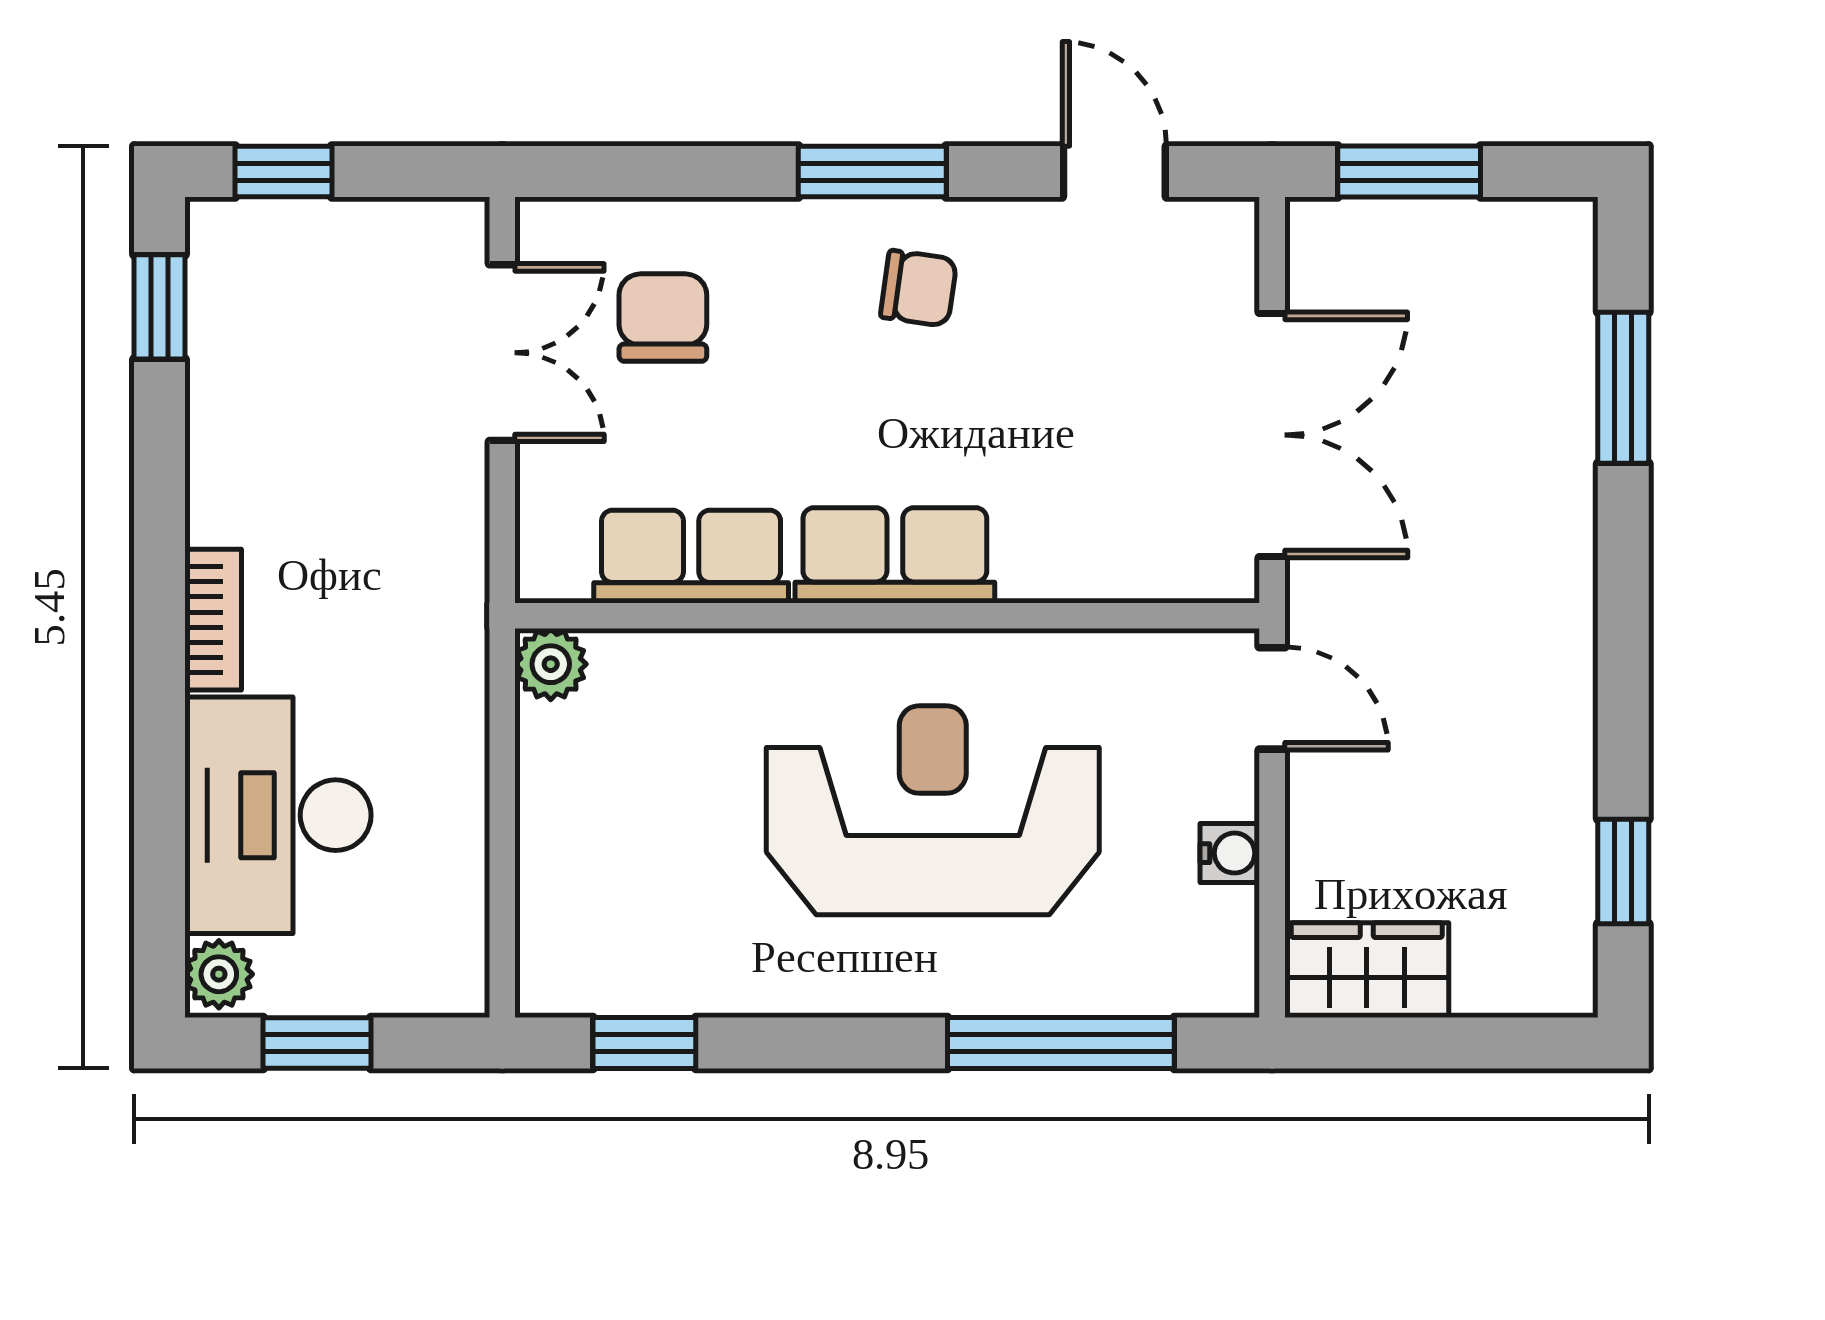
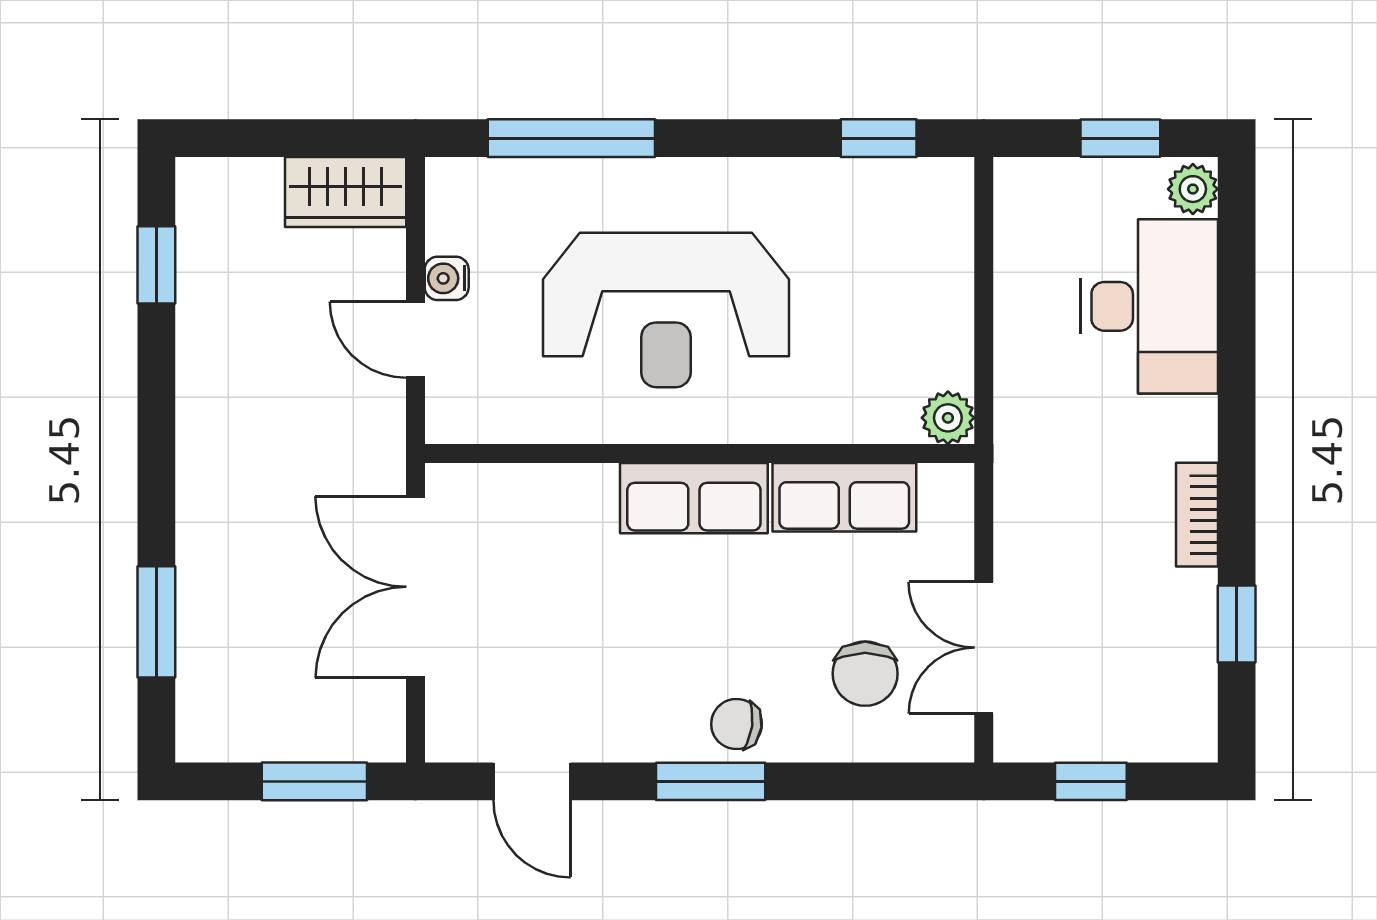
window: (283, 172) -> (1091, 781), moved
chair: (919, 288) -> (736, 724), moved
window: (160, 307) -> (1237, 624), moved
bookcase: (213, 620) -> (1197, 515), moved
door: (1272, 698) -> (415, 340), moved

